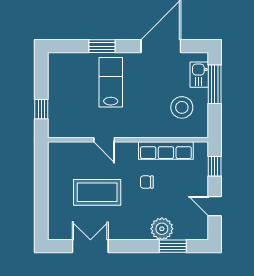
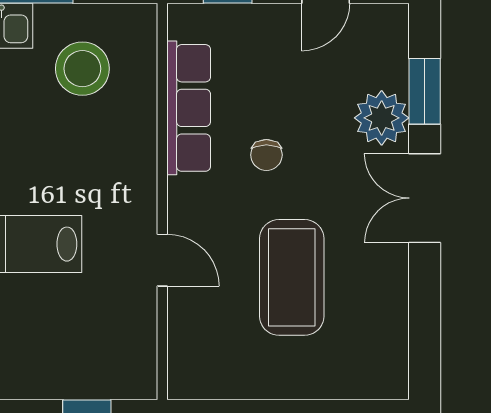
door: (104, 140) -> (162, 260), hinge flipped
double door: (90, 246) -> (425, 198), moved

